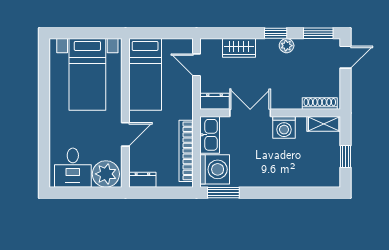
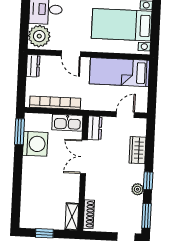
double door: (250, 113) -> (84, 157), swing flipped
washing machine: (284, 127) -> (71, 184), removed
washing machine: (215, 169) -> (35, 144), moved, turned -90

